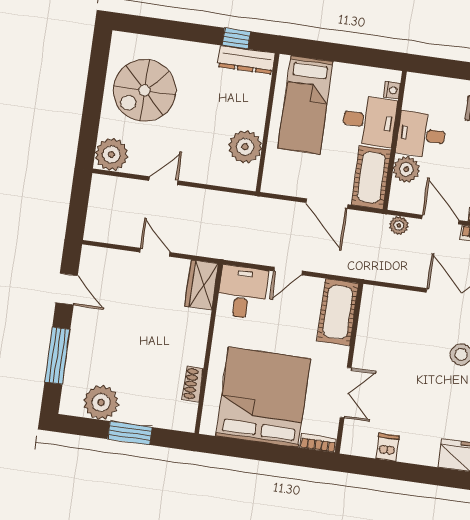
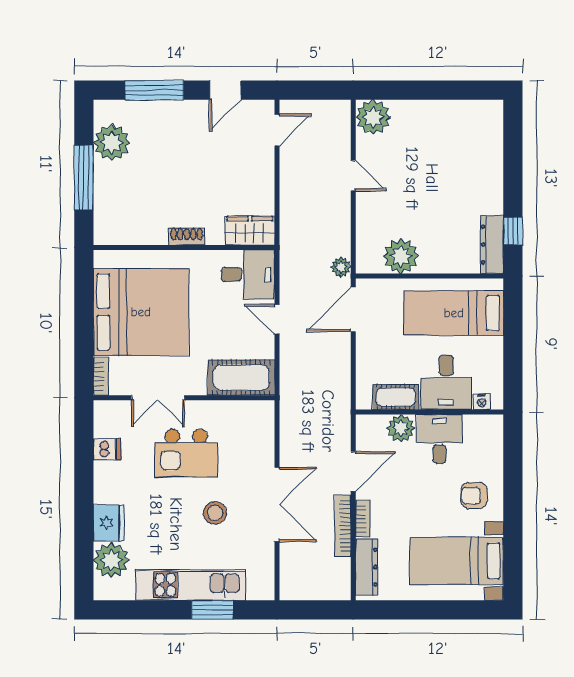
spiral stairs: (144, 90) -> (445, 142), removed
cot: (371, 177) -> (396, 397), width x0.73, depth x0.75
door: (327, 204) -> (353, 309), moved
plant: (399, 225) -> (341, 267), moved
door: (155, 252) -> (277, 130), moved
kitchen island: (401, 374) -> (186, 453), added
shoe rack: (193, 384) -> (187, 236), moved
window: (130, 433) -> (84, 178), width x1.44

